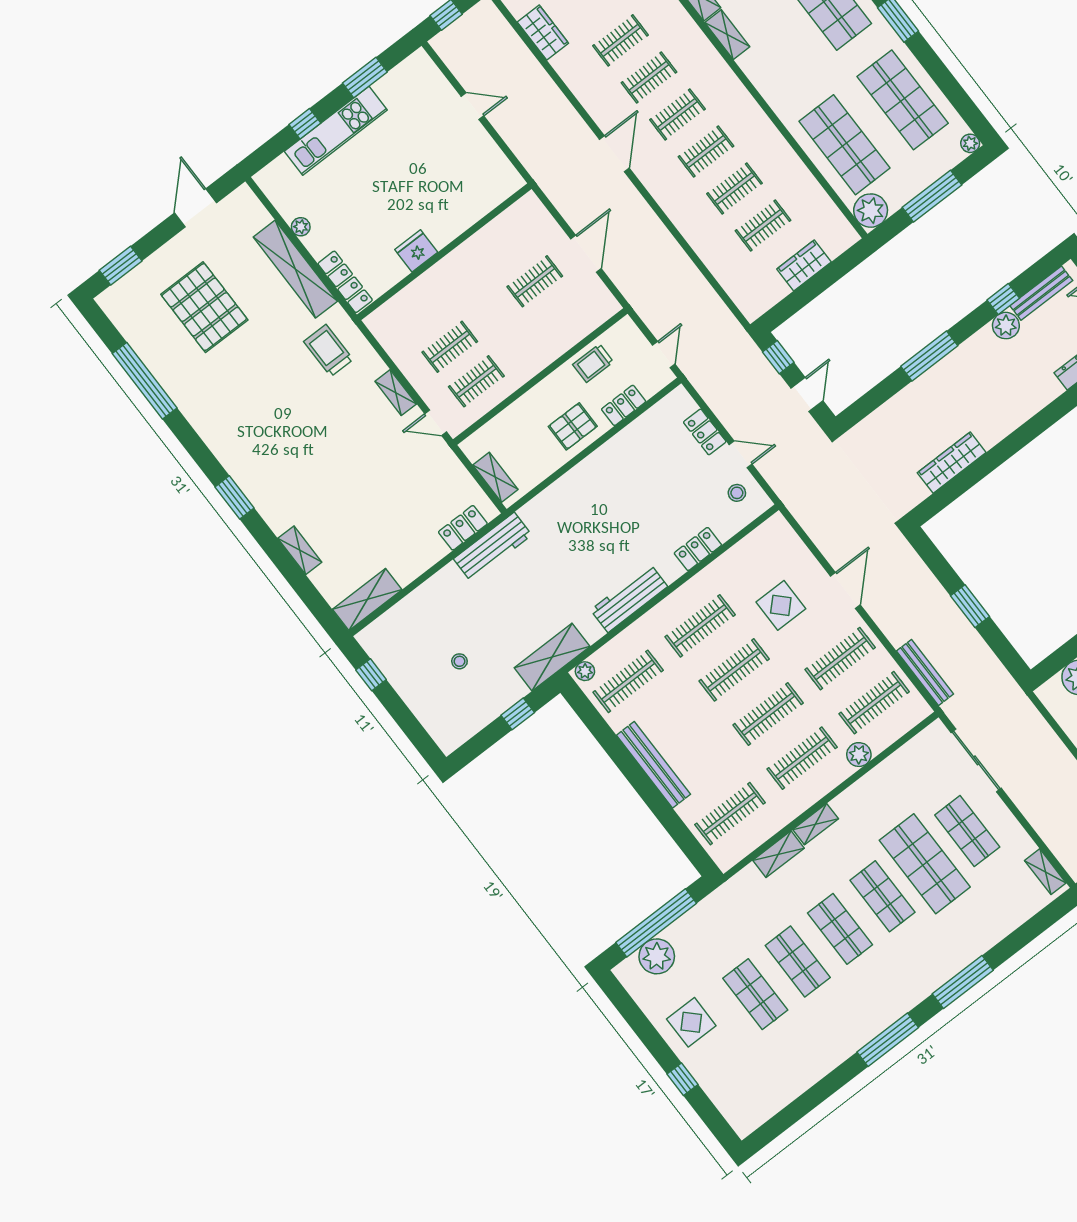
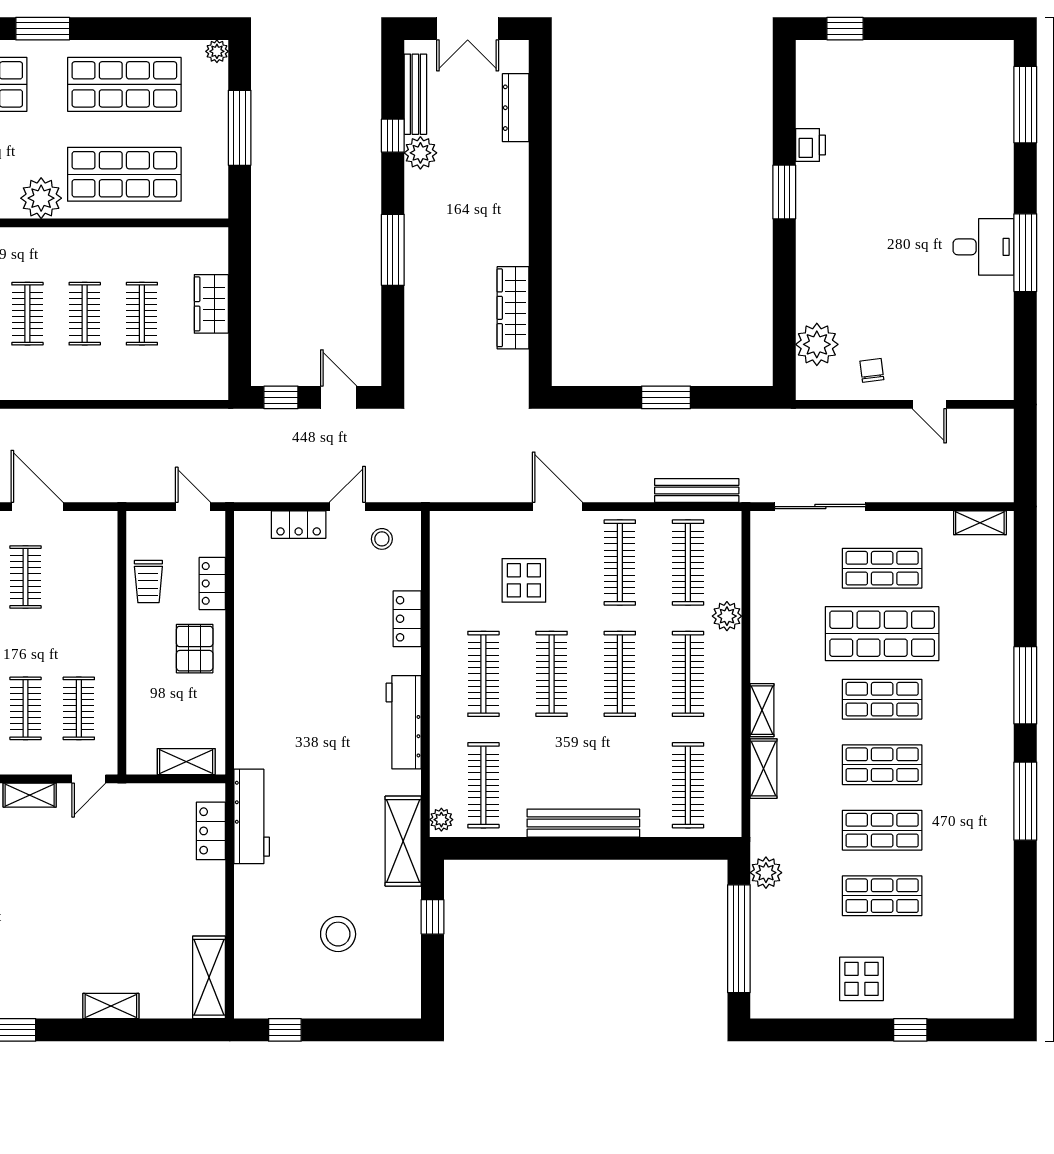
plant: (871, 211) -> (41, 198), moved
stool: (459, 661) -> (338, 934), width x1.89, depth x1.89
plant: (657, 956) -> (766, 873), moved, width x0.73, depth x0.73

